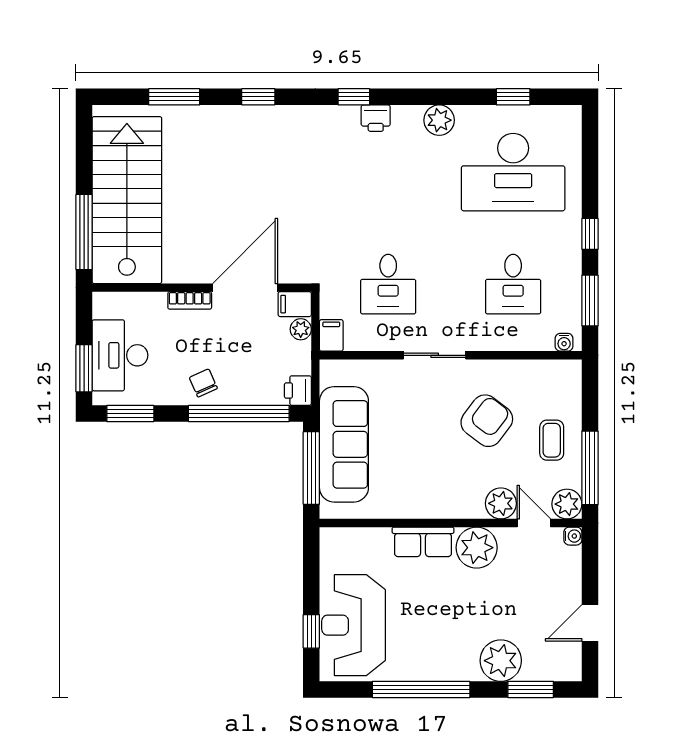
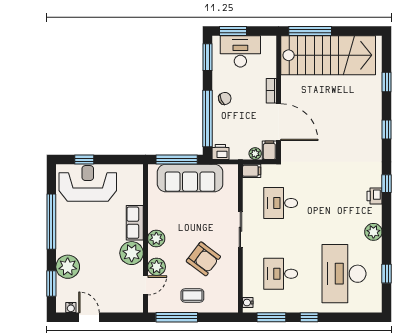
window: (174, 97) -> (387, 82), width x0.67
plant: (567, 504) -> (156, 239), moved
water cooler: (573, 536) -> (71, 308), moved

